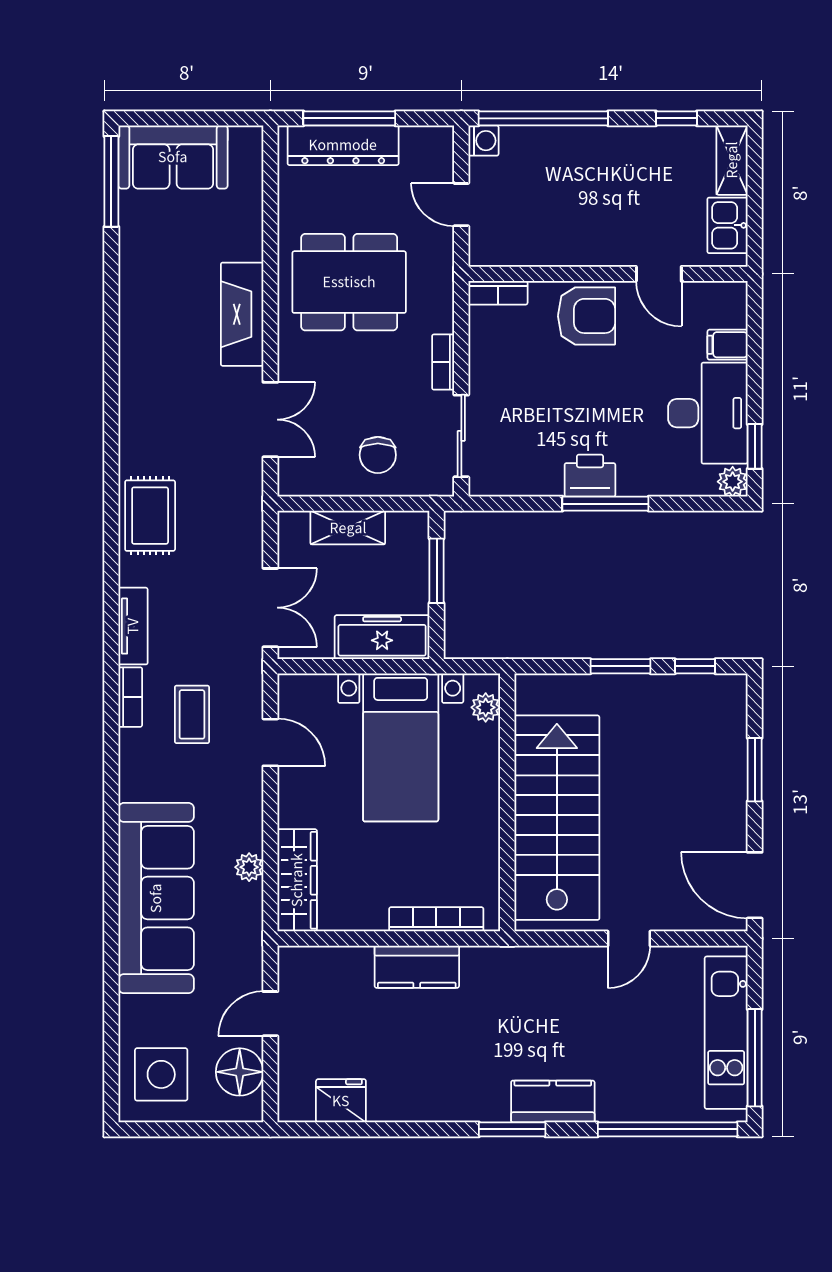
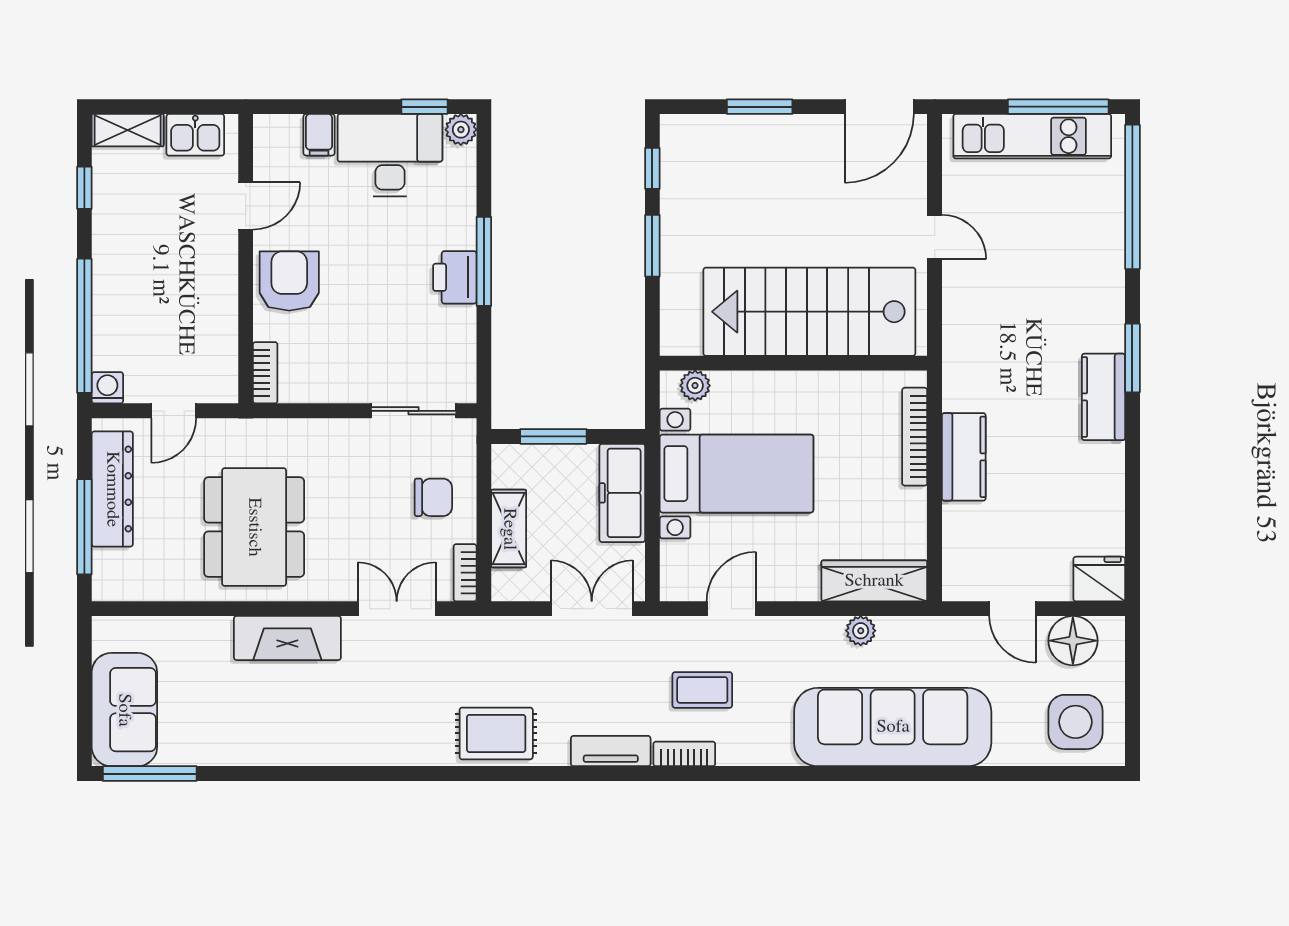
dresser: (343, 145) -> (112, 489), moved
bookcase: (443, 362) -> (465, 573), moved, turned 90
fridge: (341, 1101) -> (1099, 579), moved, turned 90
kitchen counter: (553, 1101) -> (1103, 397), moved

